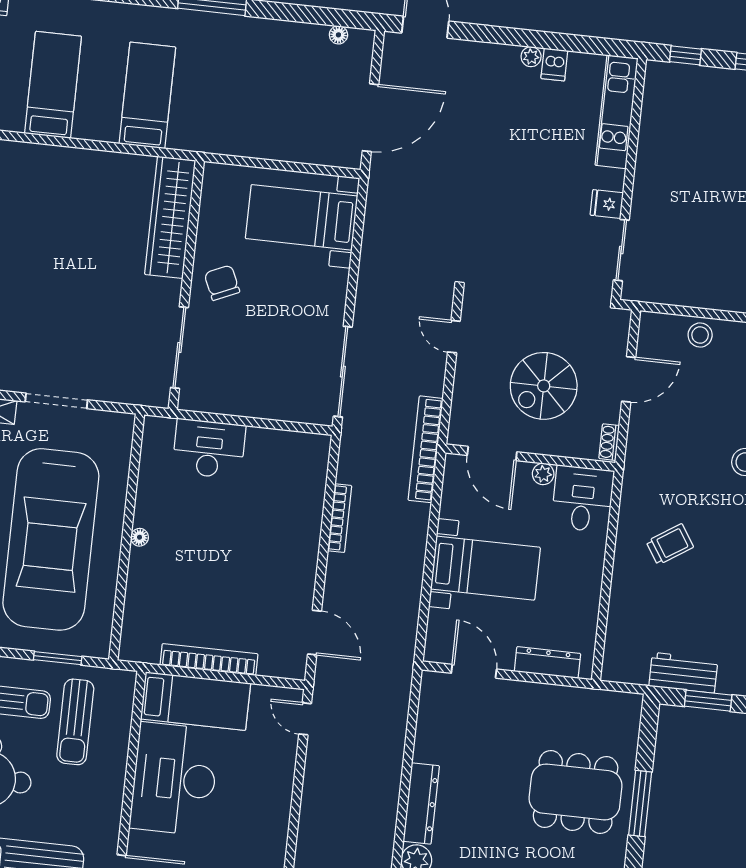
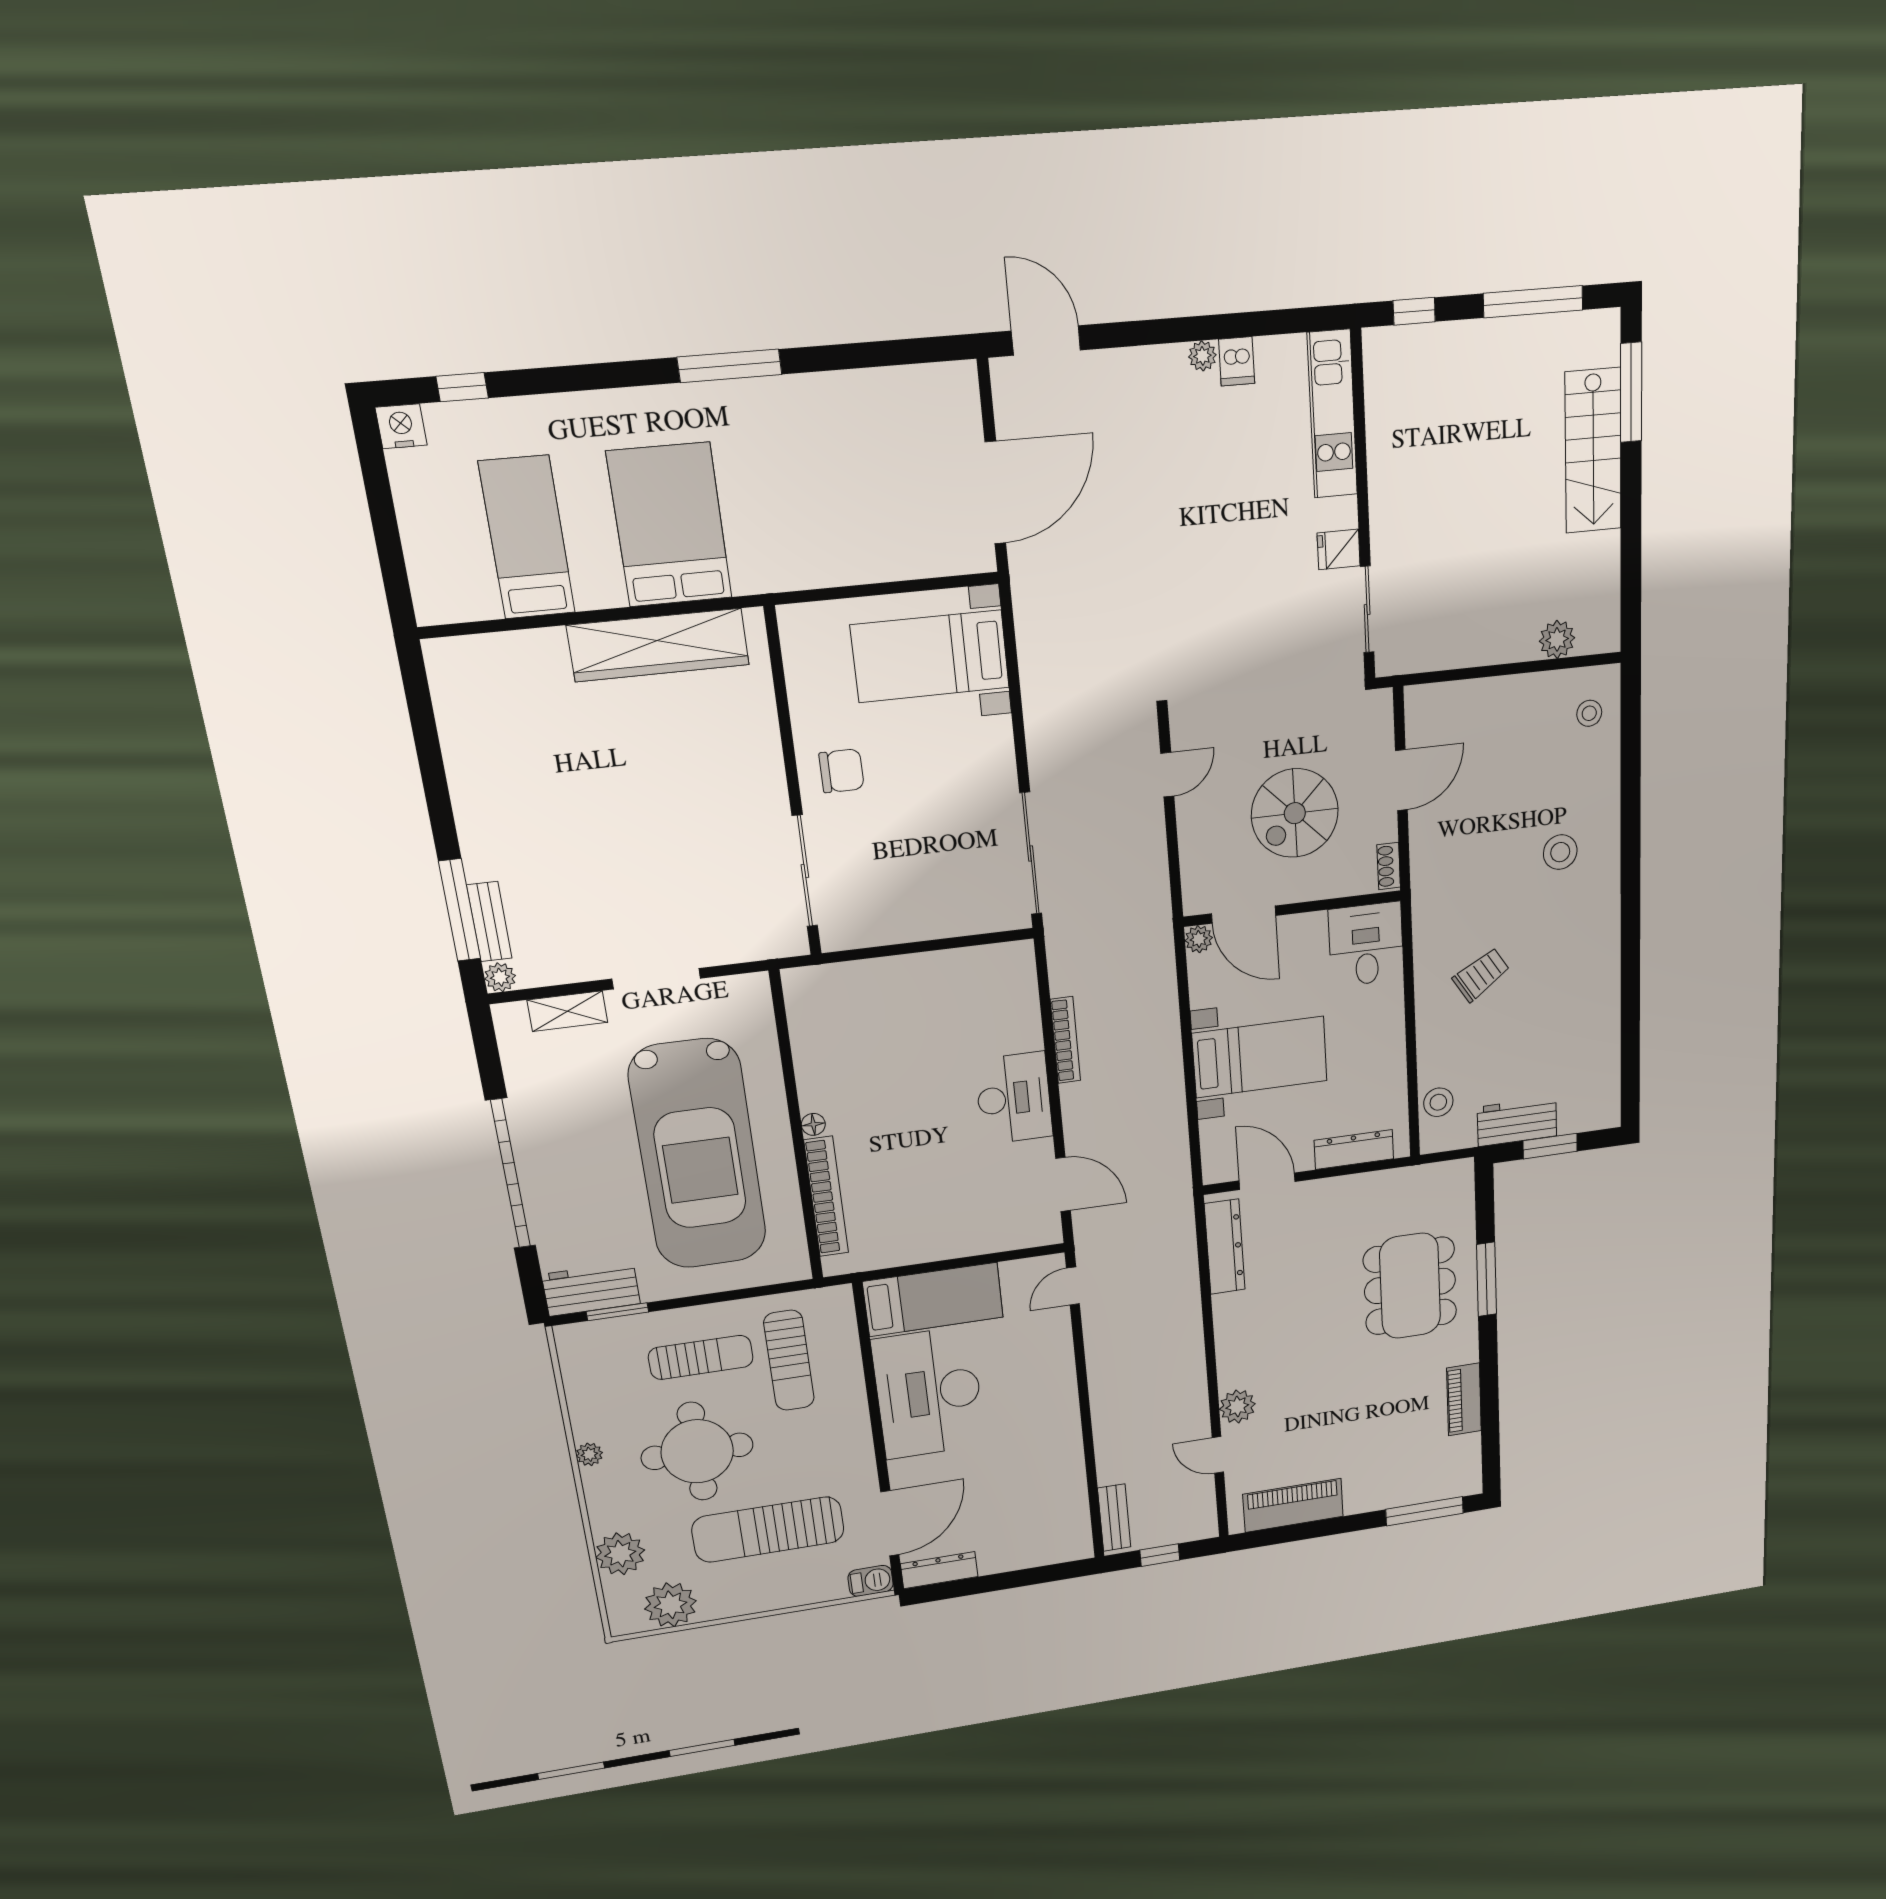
floor lamp: (338, 35) -> (924, 377), removed
bed: (147, 95) -> (669, 525), width x1.50
wardrobe: (170, 217) -> (658, 645), moved, turned -90
chair: (222, 283) -> (842, 771), turned 114
stool: (700, 335) -> (1438, 1102), moved
door: (454, 337) -> (1167, 775), swing flipped
desk: (209, 449) -> (1014, 1098), moved, turned 90
bookcase: (426, 449) -> (1158, 929), removed
plant: (543, 474) -> (1199, 939), moved
window: (58, 658) -> (746, 1293), removed
bookcase: (209, 660) -> (826, 1197), moved, turned 90
door: (305, 719) -> (1073, 1286), hinge flipped
dining table: (576, 792) -> (1410, 1286), turned 90
dresser: (421, 803) -> (1225, 1247), moved

